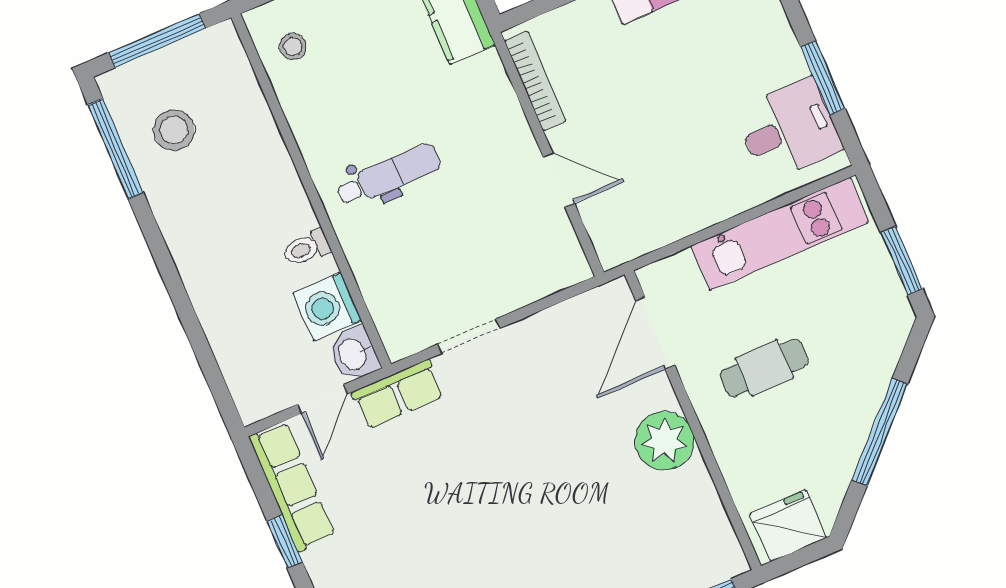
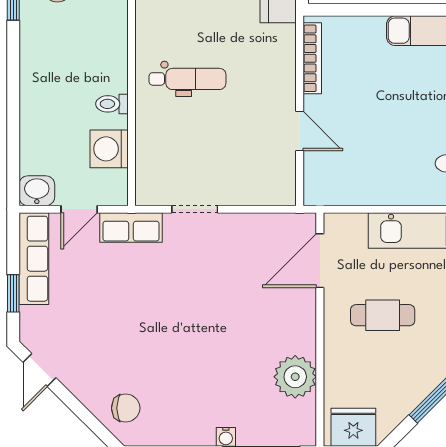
washbasin: (354, 354) -> (37, 191), moved, turned 90
plant: (664, 441) -> (295, 377), moved

